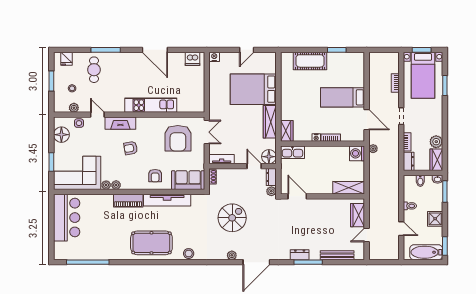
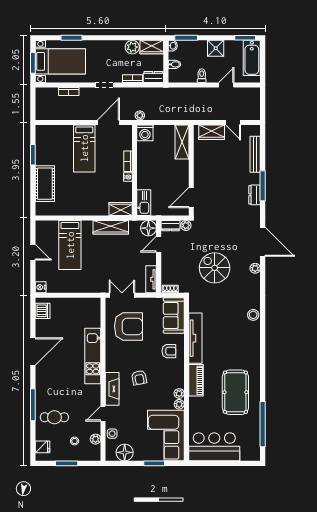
bed: (253, 89) -> (70, 245), width x0.67
pool table: (151, 243) -> (235, 392), moved

